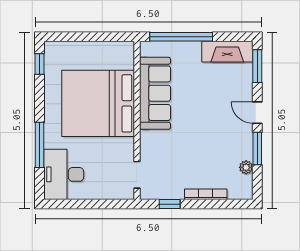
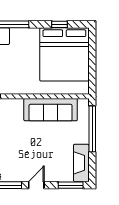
window: (39, 64) -> (59, 24), moved
bed: (98, 103) -> (64, 54), moved, turned 180

